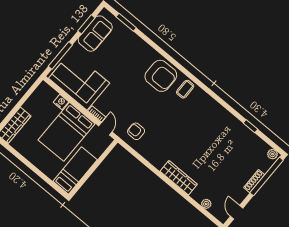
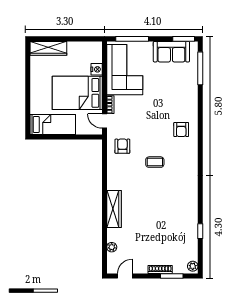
window: (126, 22) -> (200, 68), width x1.44
window: (86, 24) -> (184, 39), moved
armchair: (161, 76) -> (181, 130), width x0.53, depth x0.53
coffee table: (185, 89) -> (155, 162), moved
door: (105, 129) -> (104, 121), swing flipped
window: (267, 176) -> (172, 276), width x0.47

